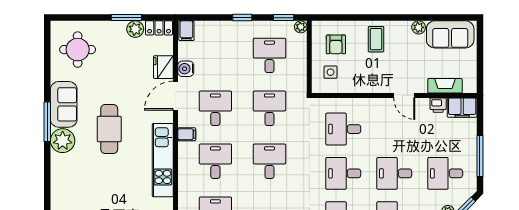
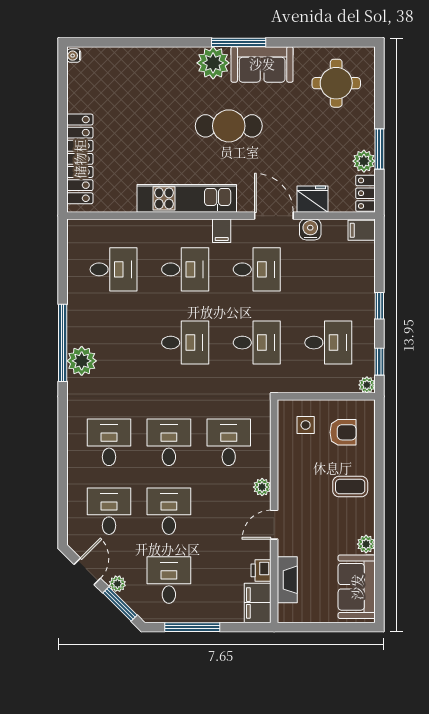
armchair: (336, 44) -> (343, 432), turned 180
plant: (376, 104) -> (262, 487), added

